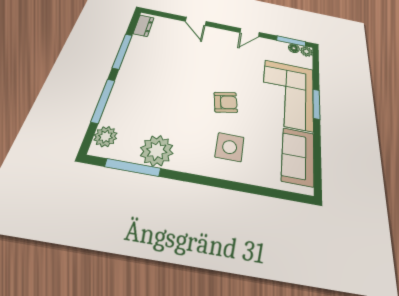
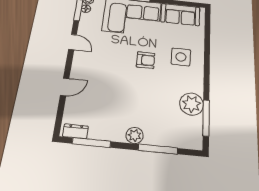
window: (122, 51) -> (91, 143), moved
armchair: (226, 102) -> (146, 60), turned 101
plant: (106, 137) -> (135, 135), moved

